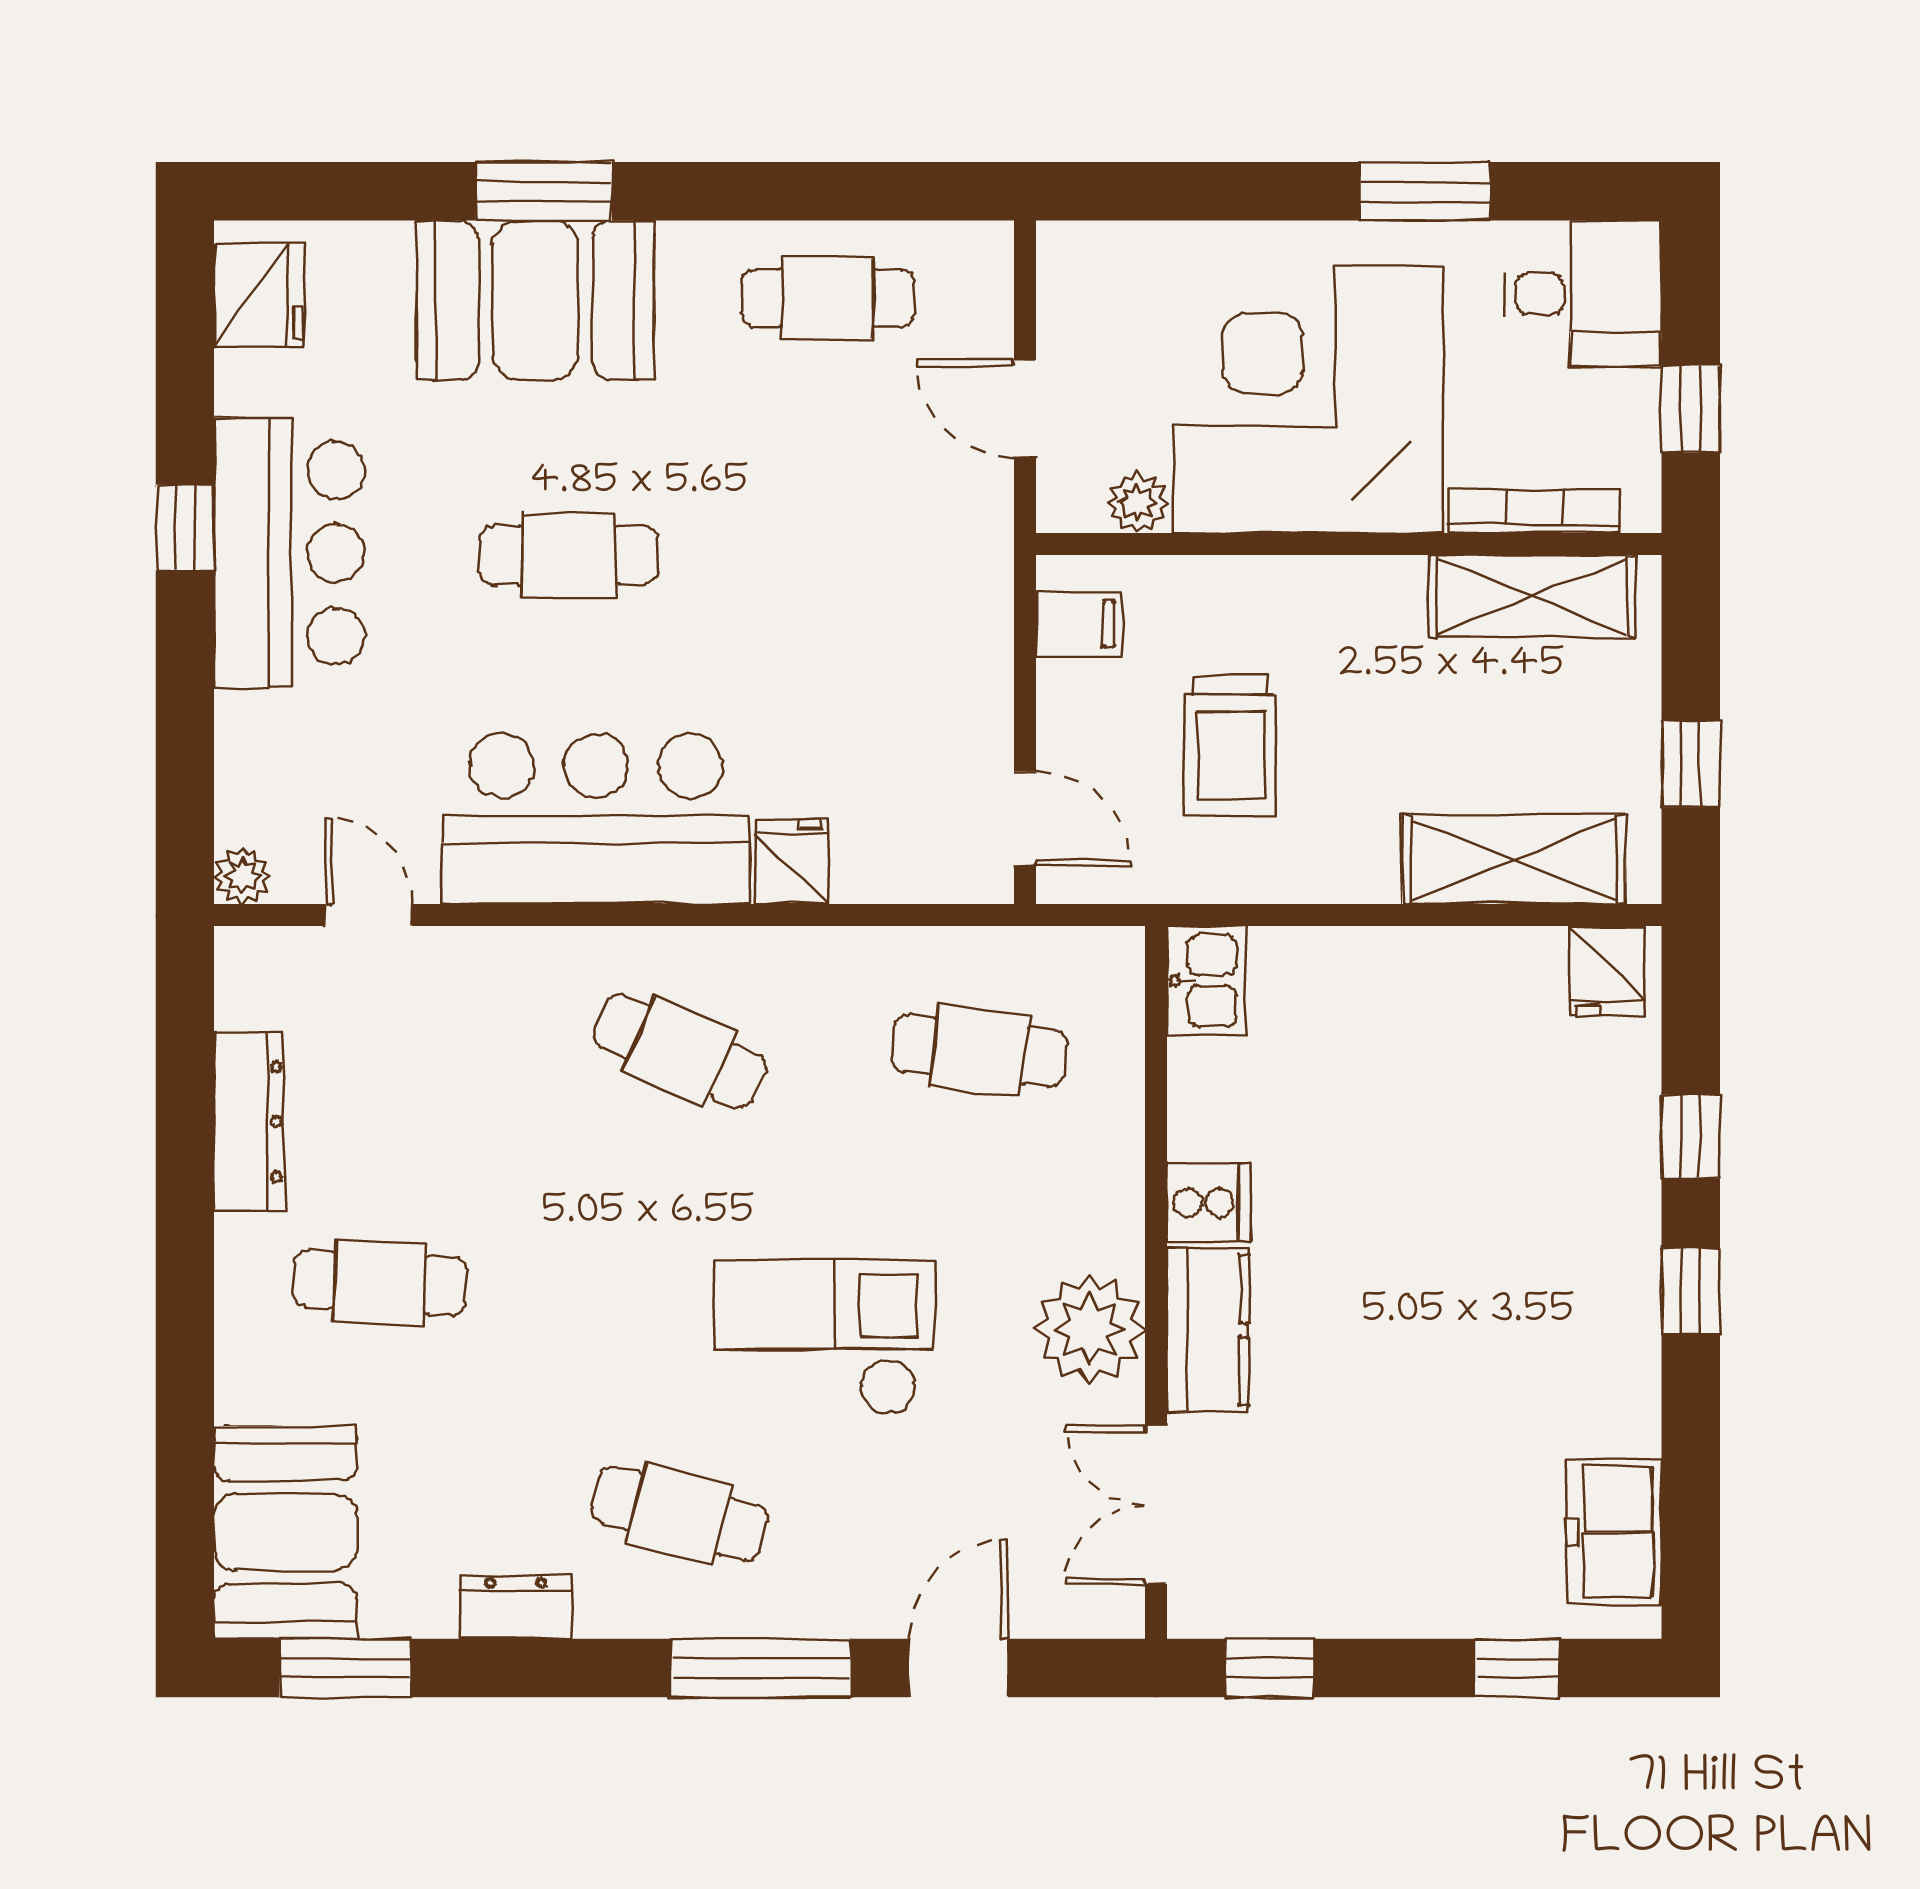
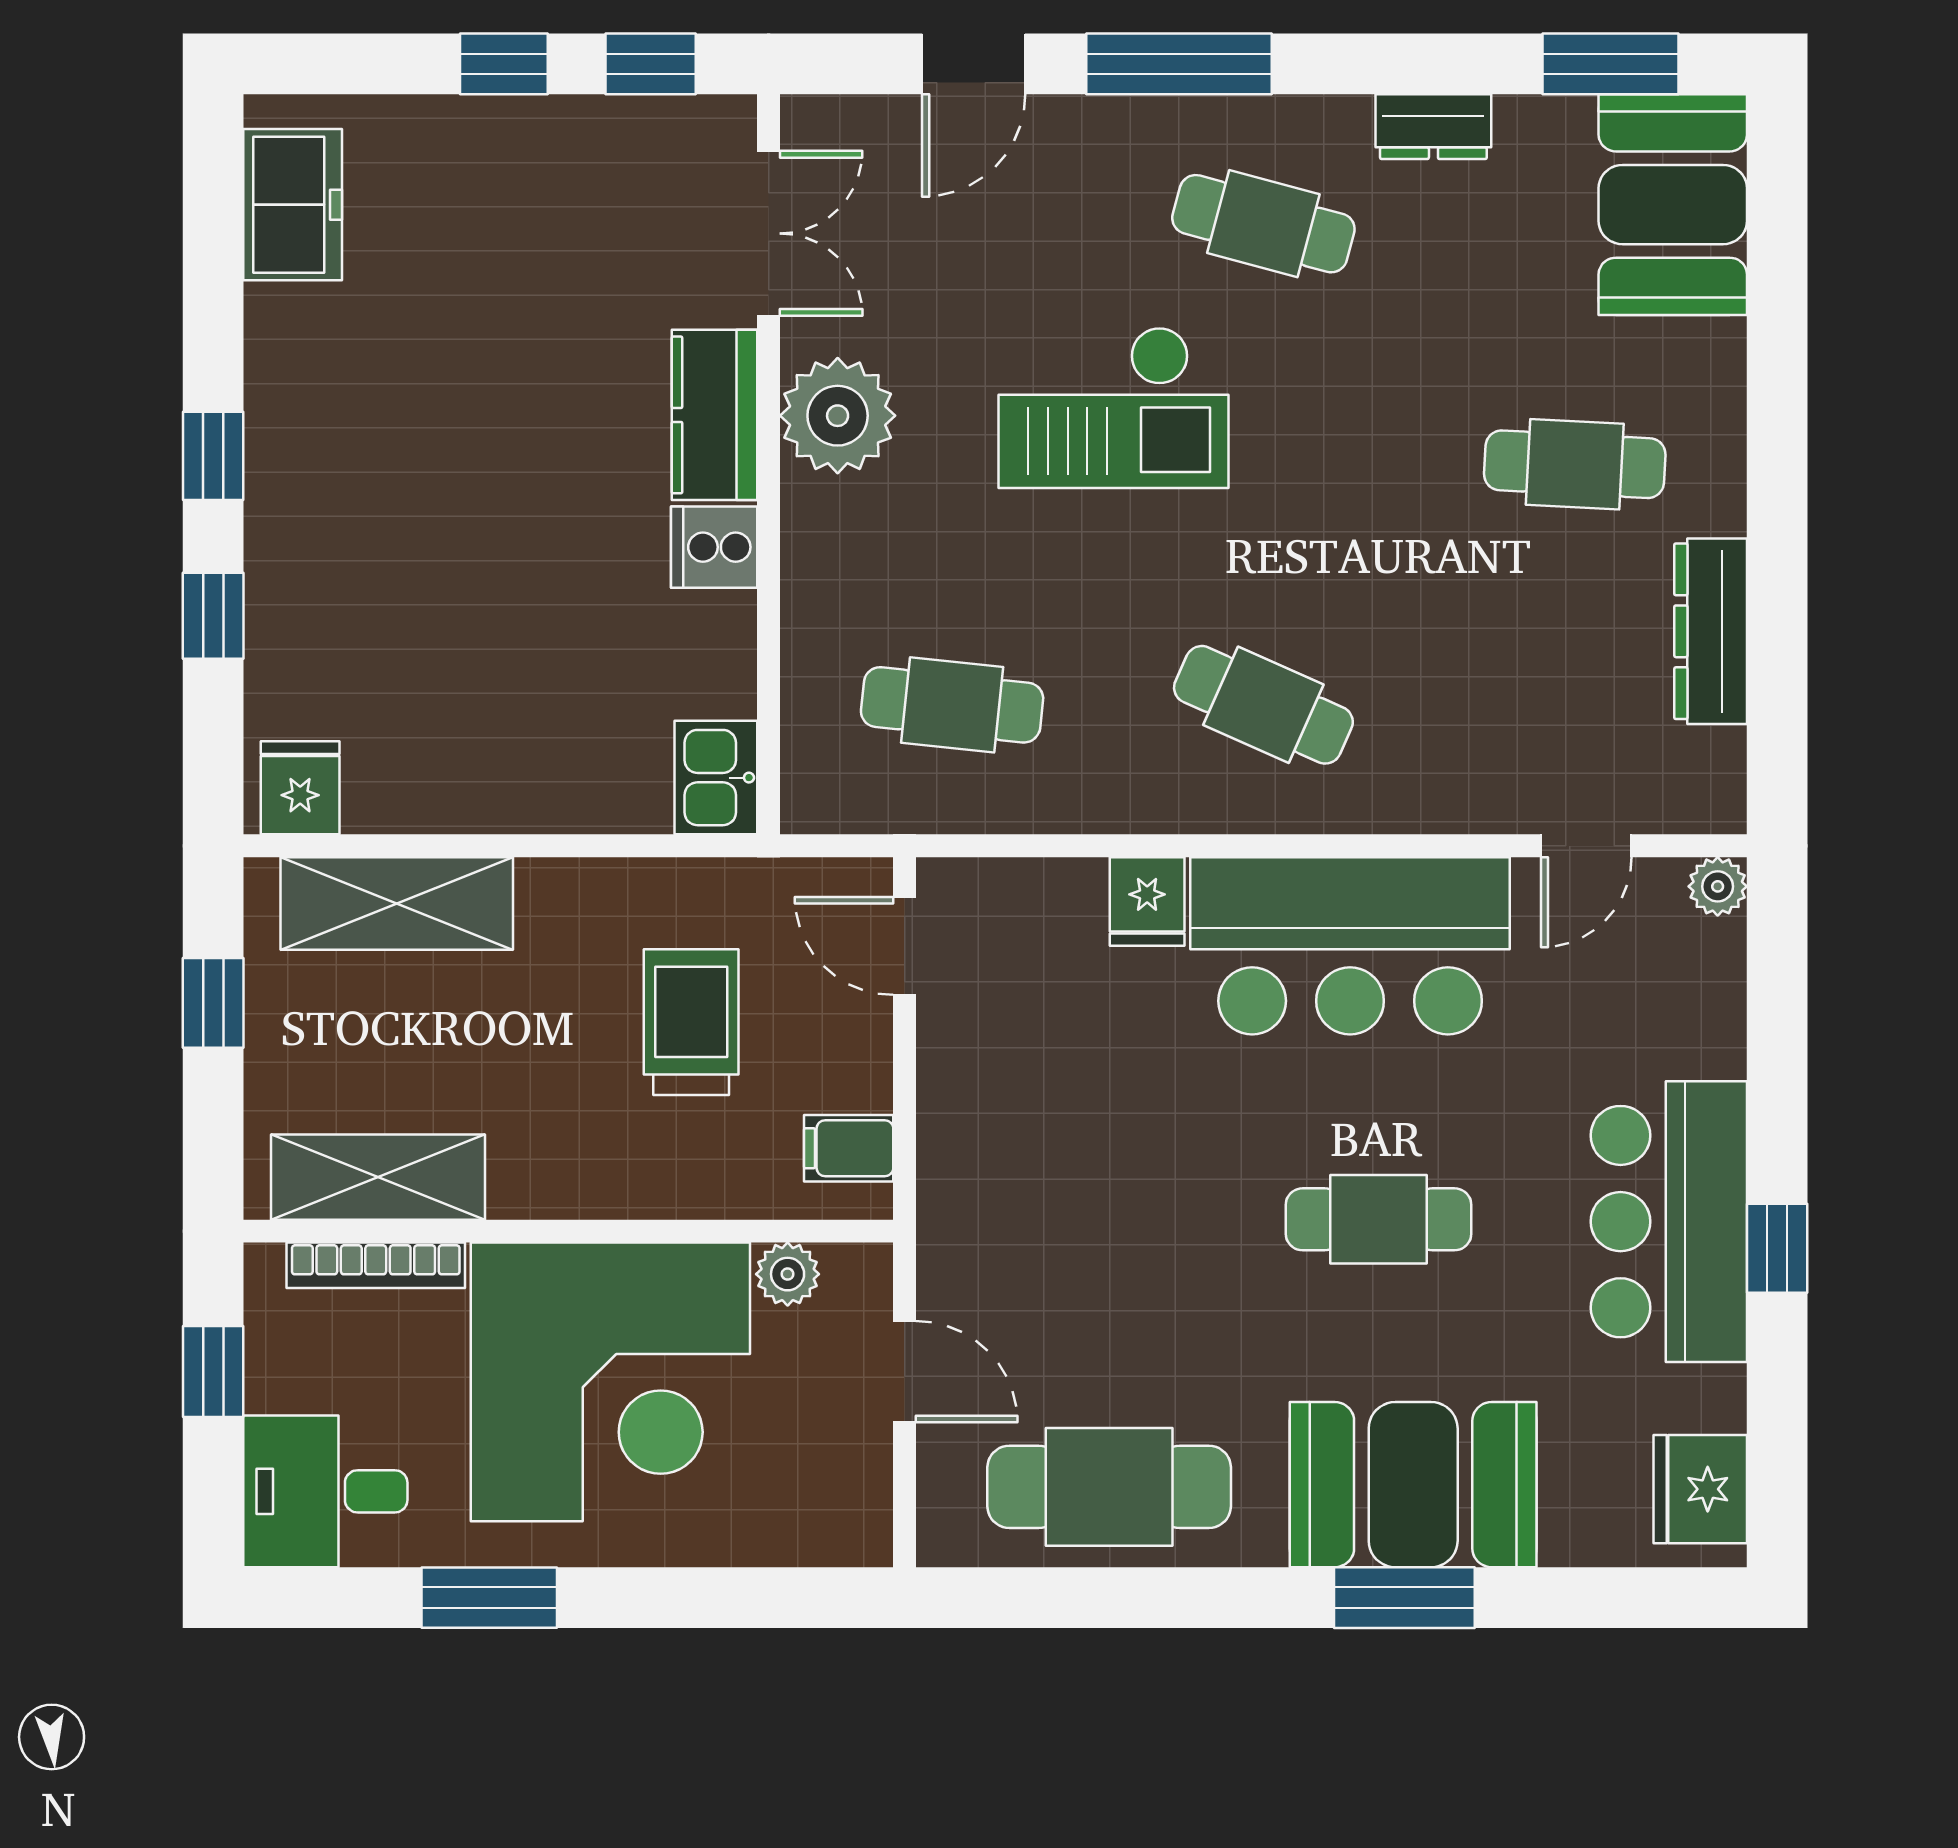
cafe table: (828, 298) -> (1109, 1487), width x1.37, depth x1.35
door: (369, 915) -> (1586, 846), hinge flipped
window: (1517, 1668) -> (504, 64), moved

